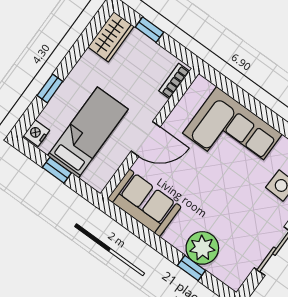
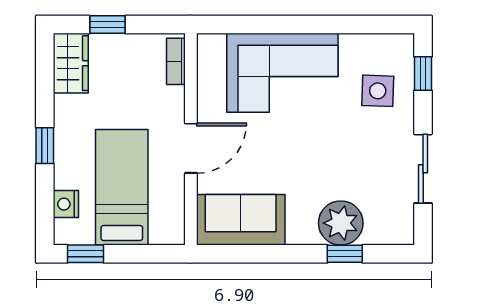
window: (50, 88) -> (45, 146), moved
nightstand: (37, 133) -> (66, 204), moved
window: (57, 170) -> (86, 254), moved

